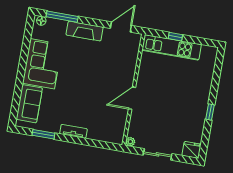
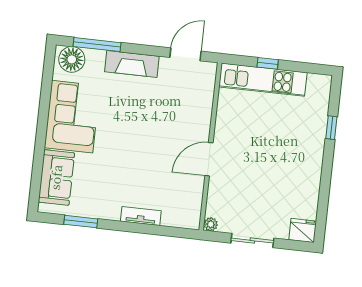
floor lamp: (41, 21) -> (72, 59), width x1.89, depth x1.89
window: (210, 112) -> (331, 128), moved
tv unit: (73, 131) -> (141, 216), moved

